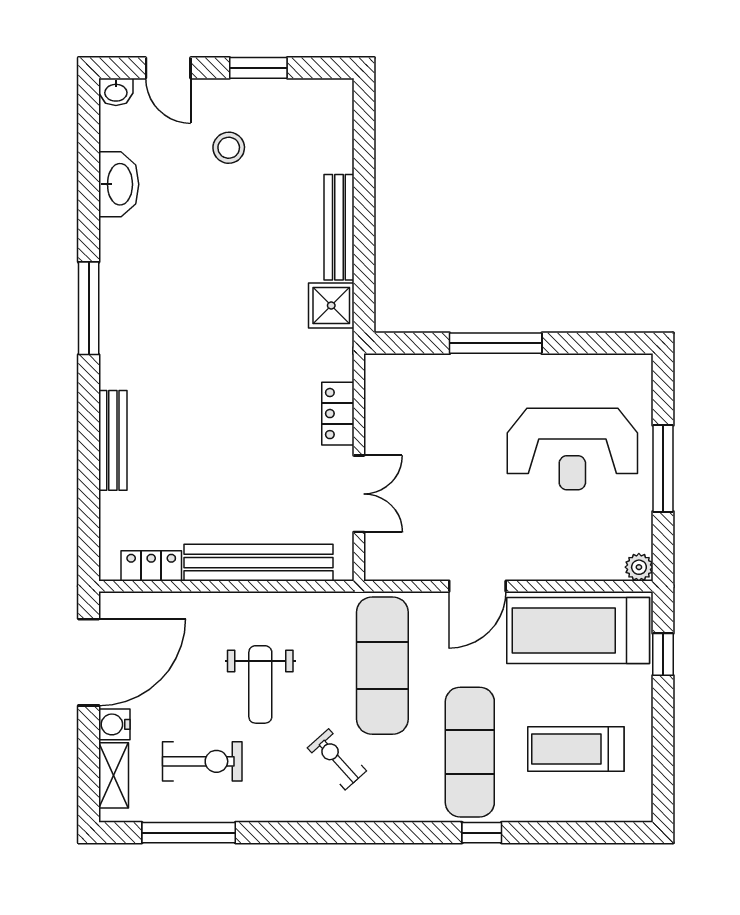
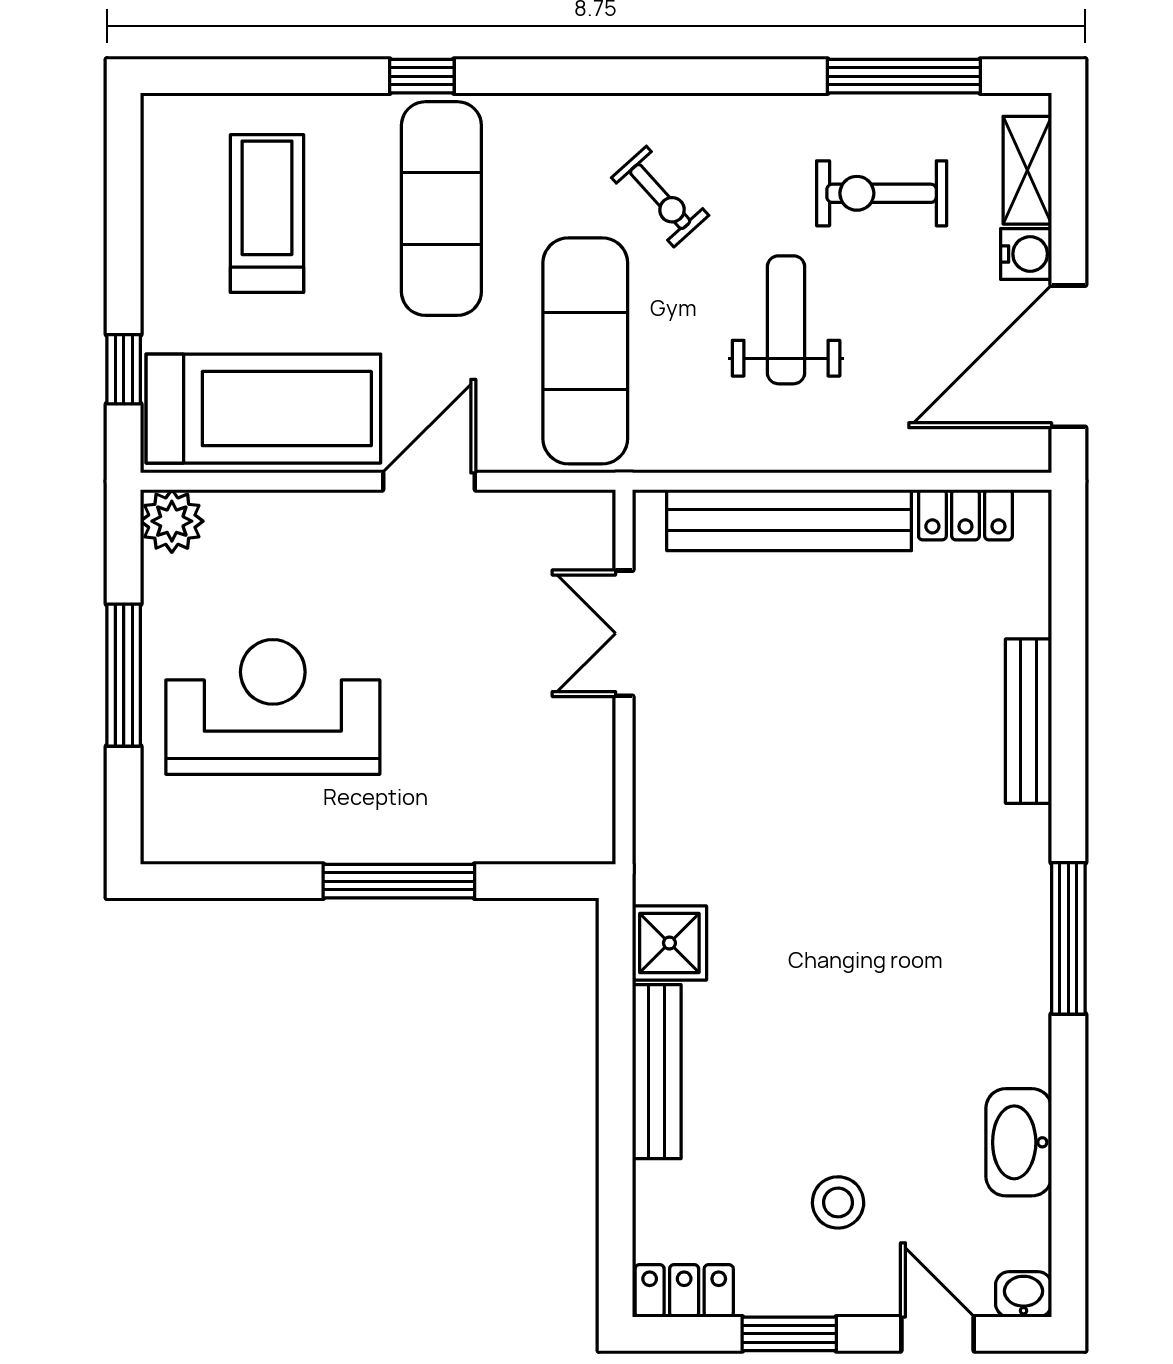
locker: (338, 414) -> (684, 1291), moved, turned -90
plant: (639, 567) -> (172, 521), width x1.38, depth x1.38
treadmill: (576, 749) -> (267, 214), turned -90

